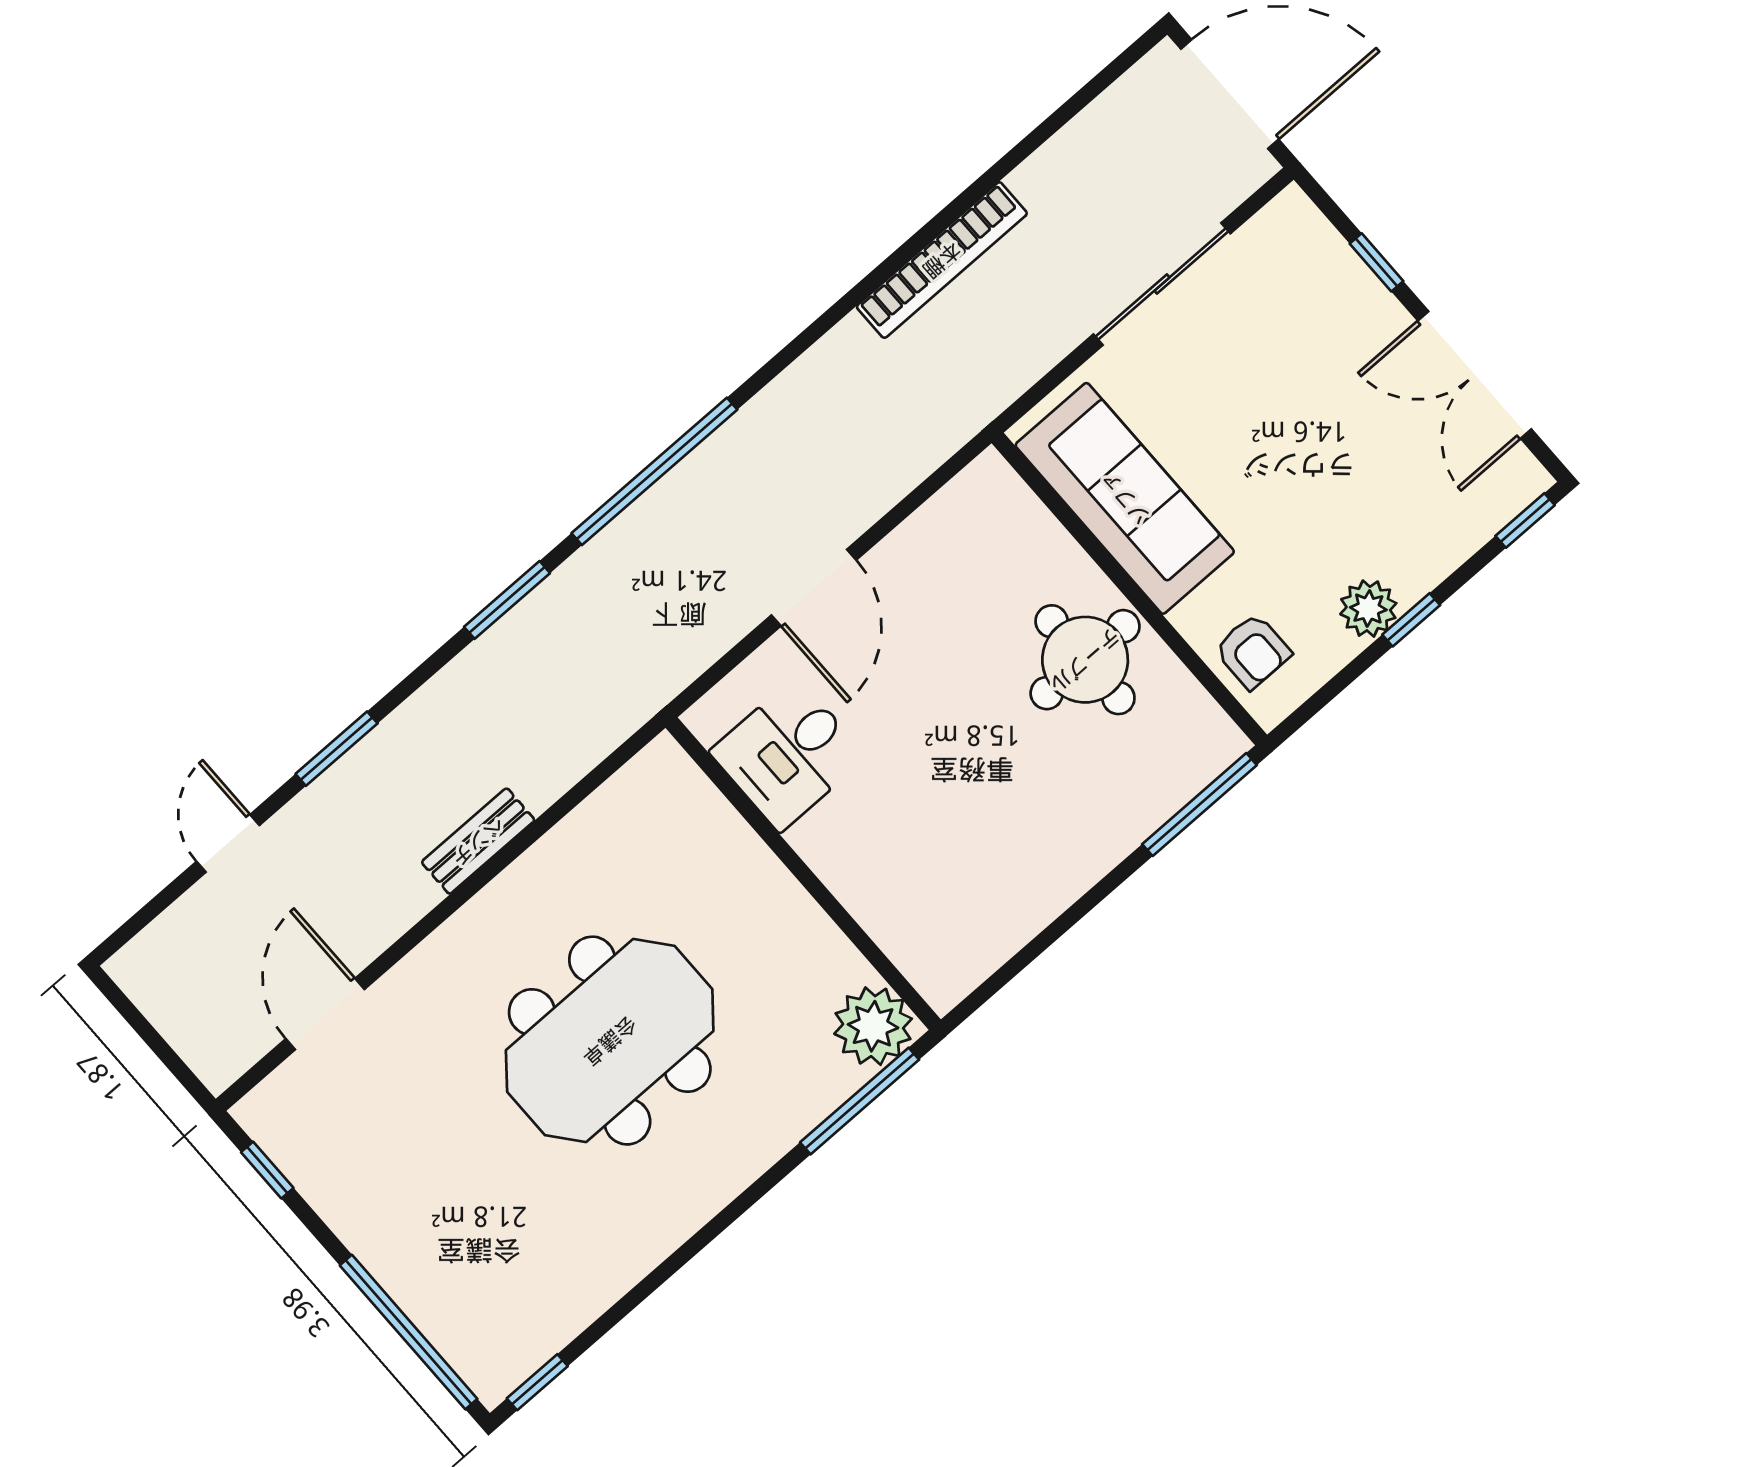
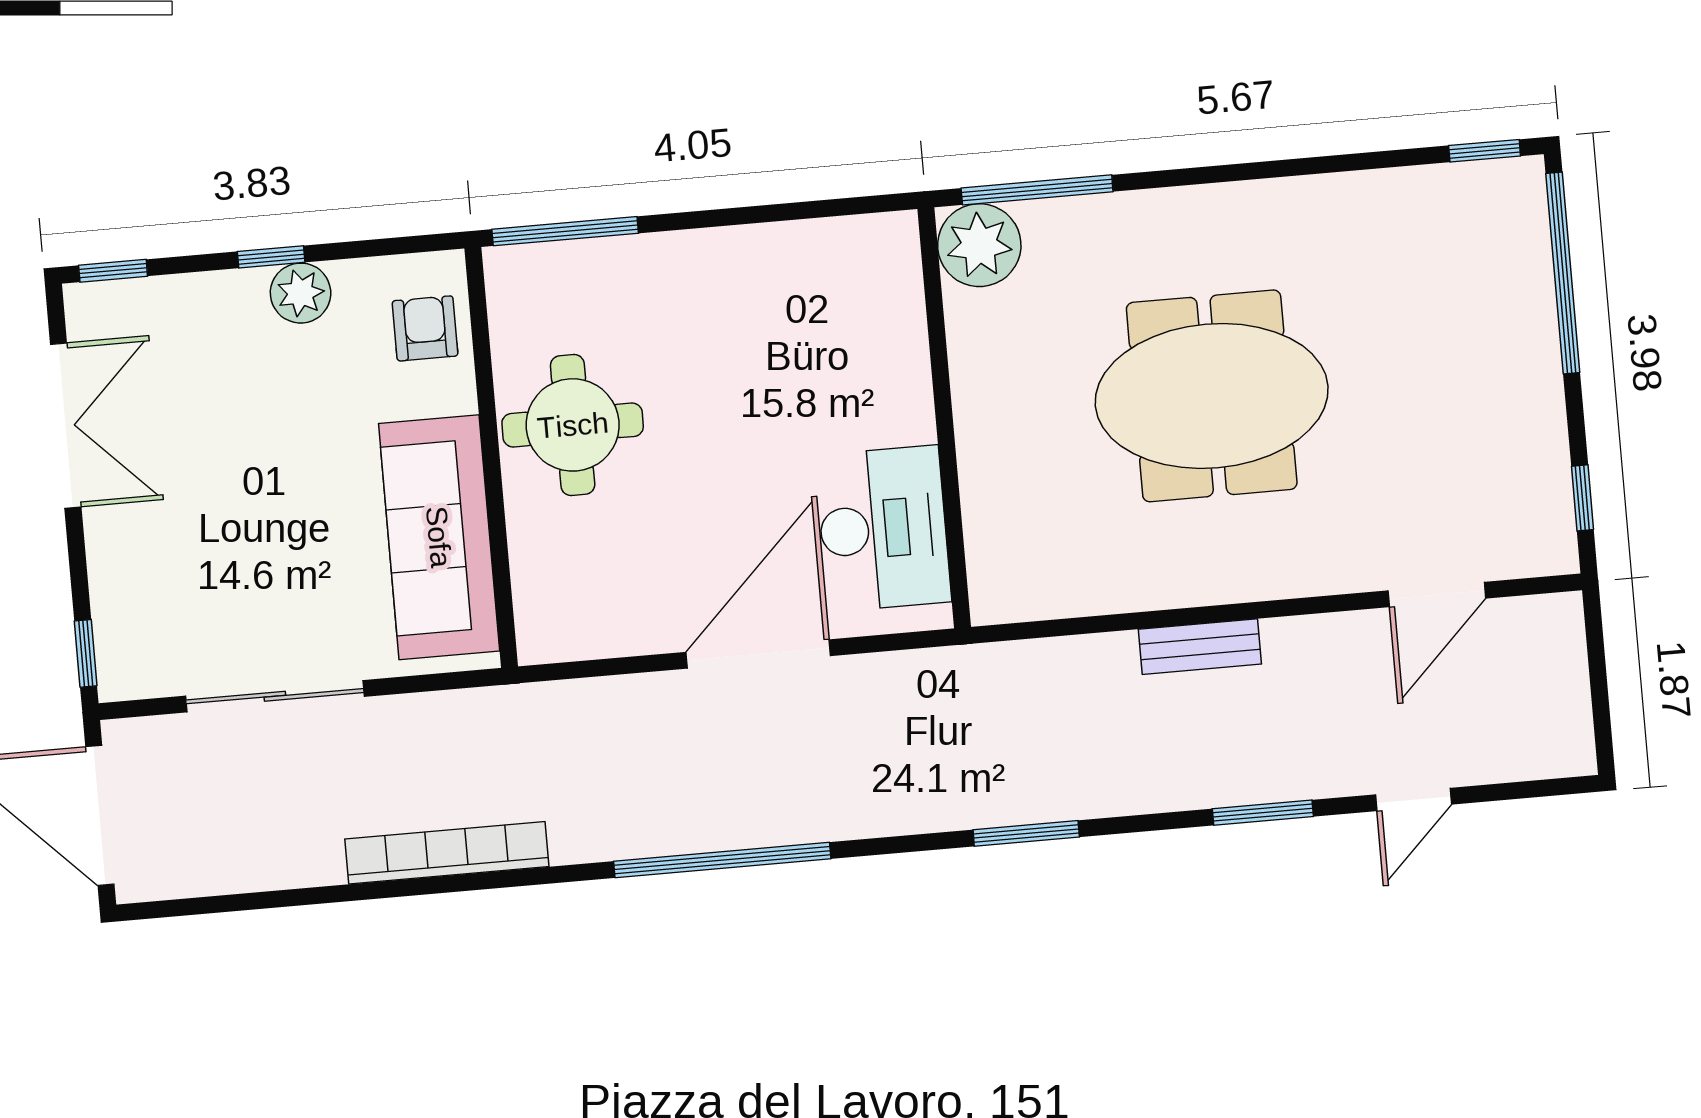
window: (1377, 262) -> (86, 653), moved
window: (654, 471) -> (722, 860), moved
door: (814, 588) -> (758, 654), width x1.36
desk: (788, 754) -> (883, 529), width x1.37

